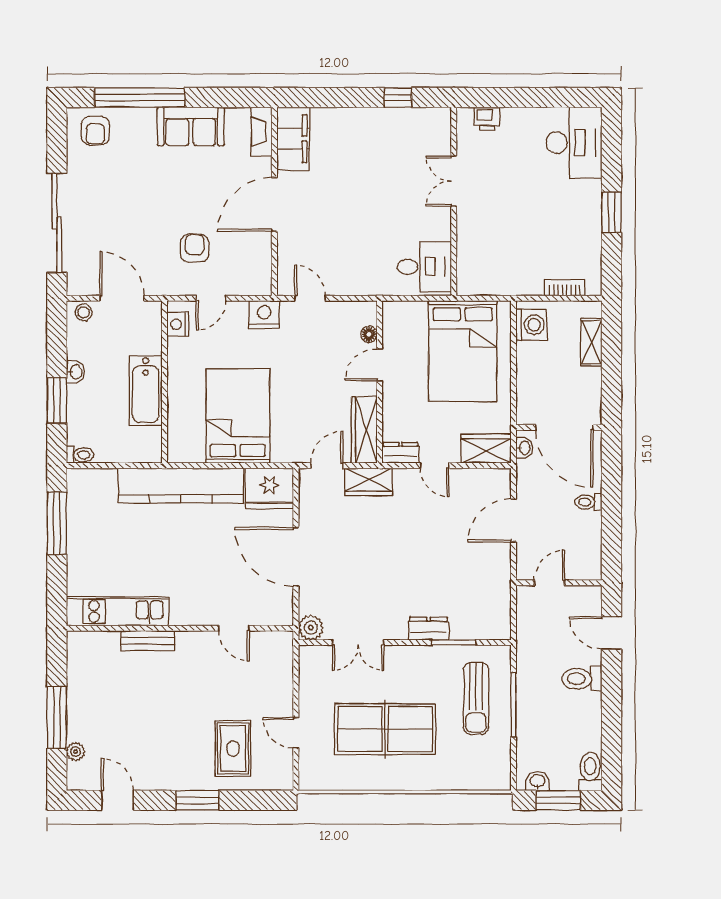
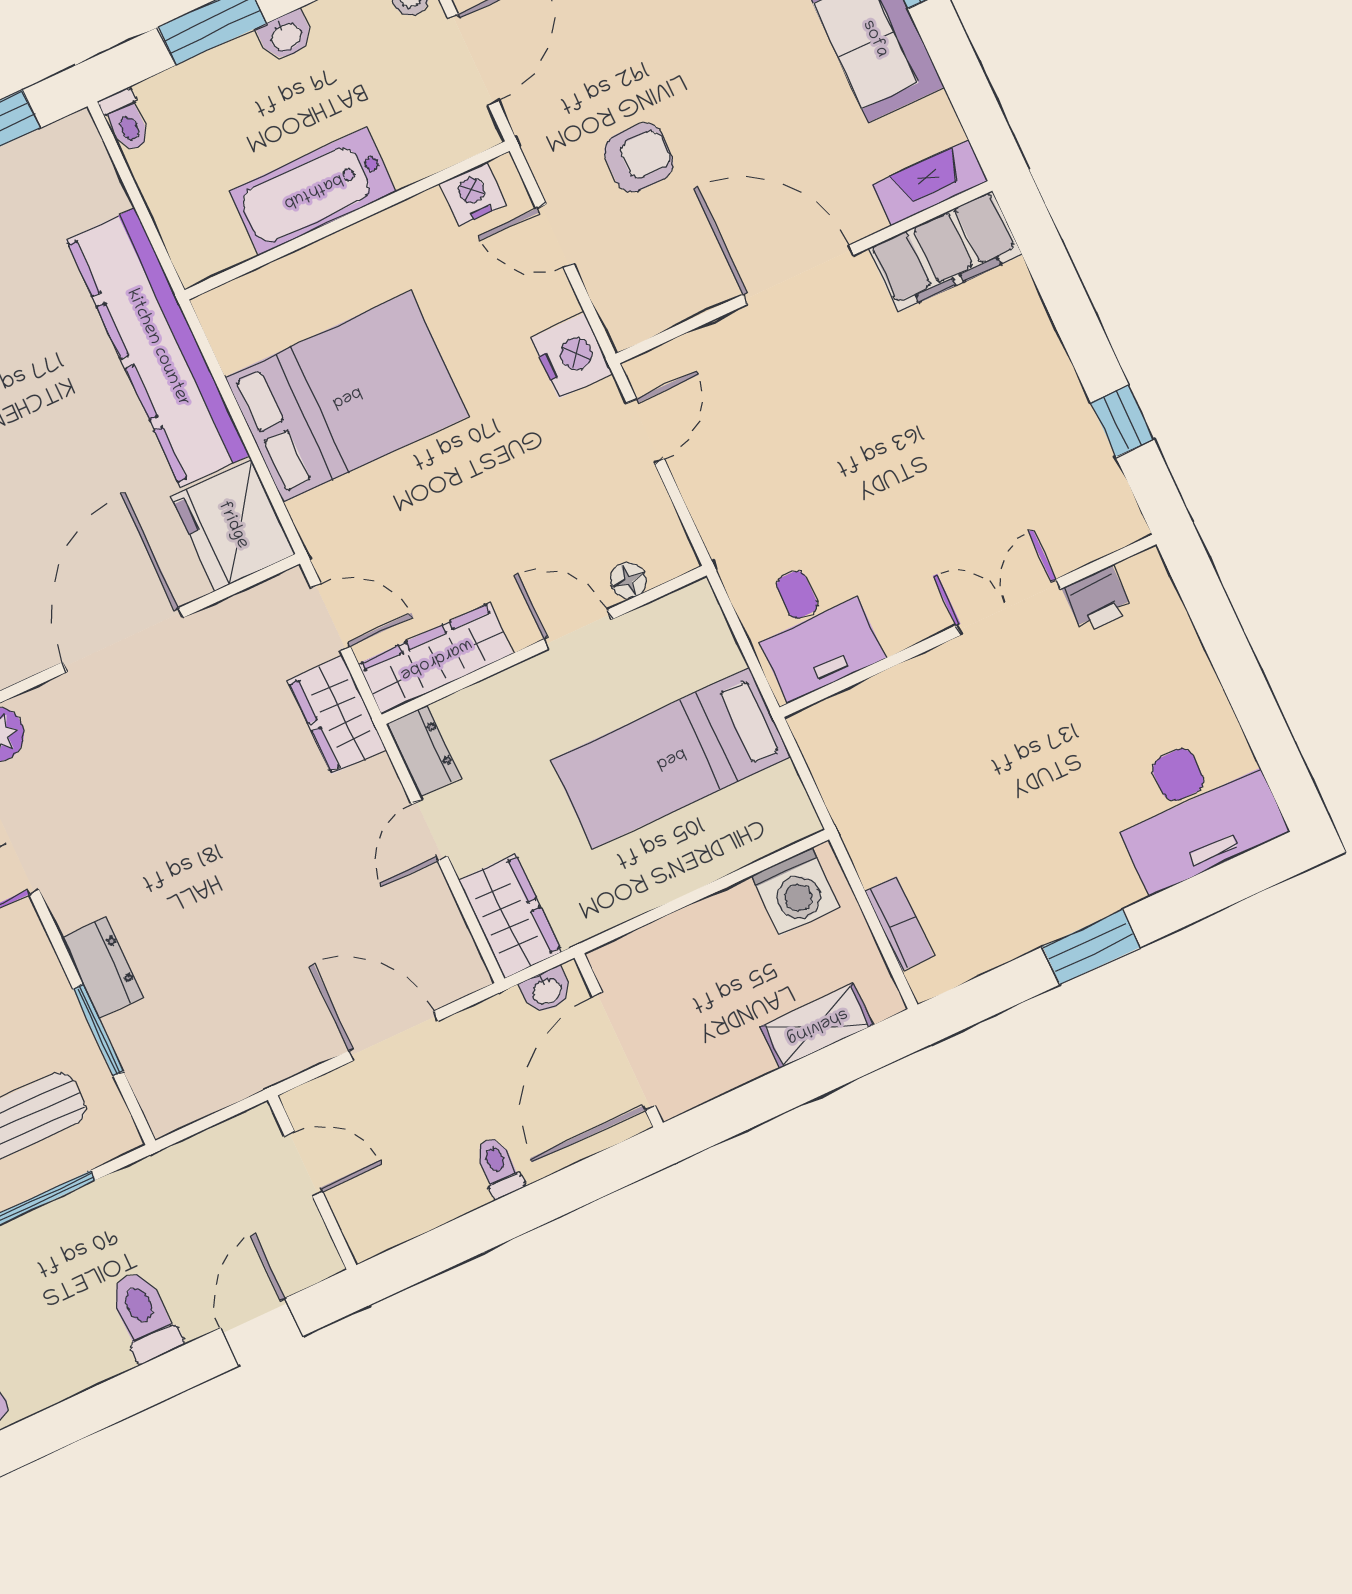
printer: (487, 119) -> (1097, 599), moved, turned -90
bed: (463, 351) -> (671, 758), width x0.67

